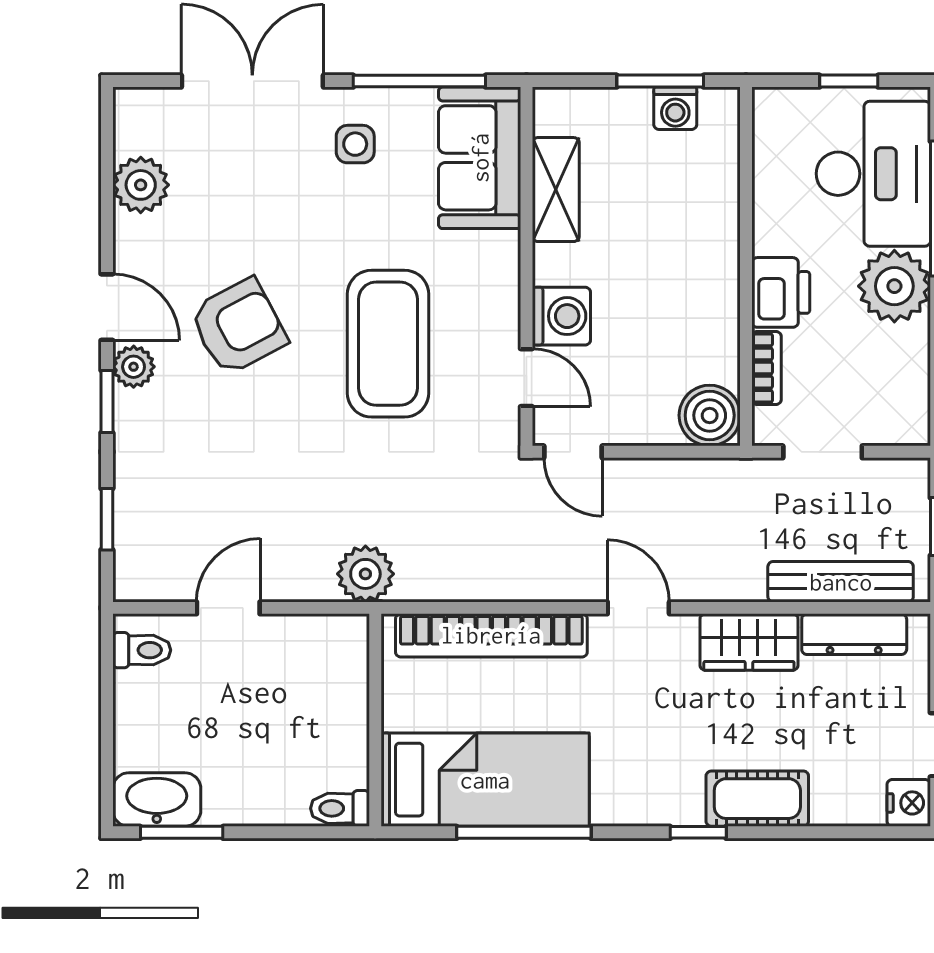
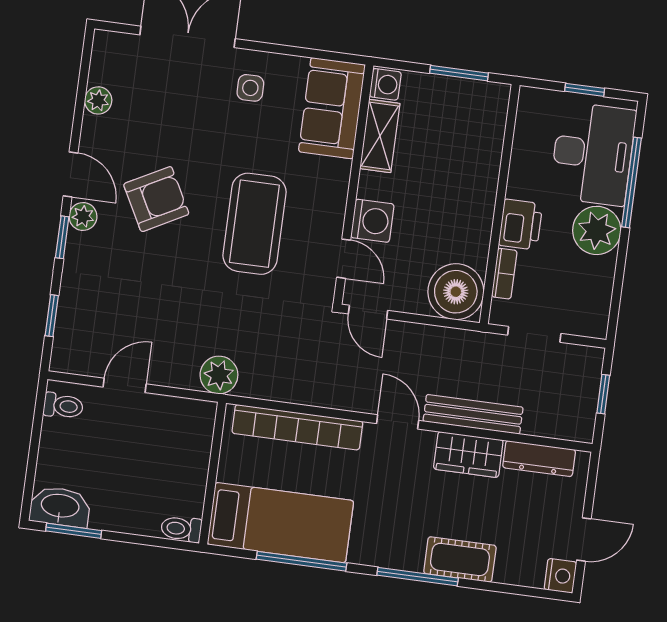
window: (419, 81) -> (299, 52), removed
washing machine: (675, 108) -> (385, 84), moved, turned -90
plant: (141, 185) -> (98, 100), width x0.73, depth x0.73
boiler: (710, 415) -> (456, 292), width x1.37, depth x1.37
bench: (841, 582) -> (473, 414), moved
window: (698, 832) -> (418, 577), width x2.17

